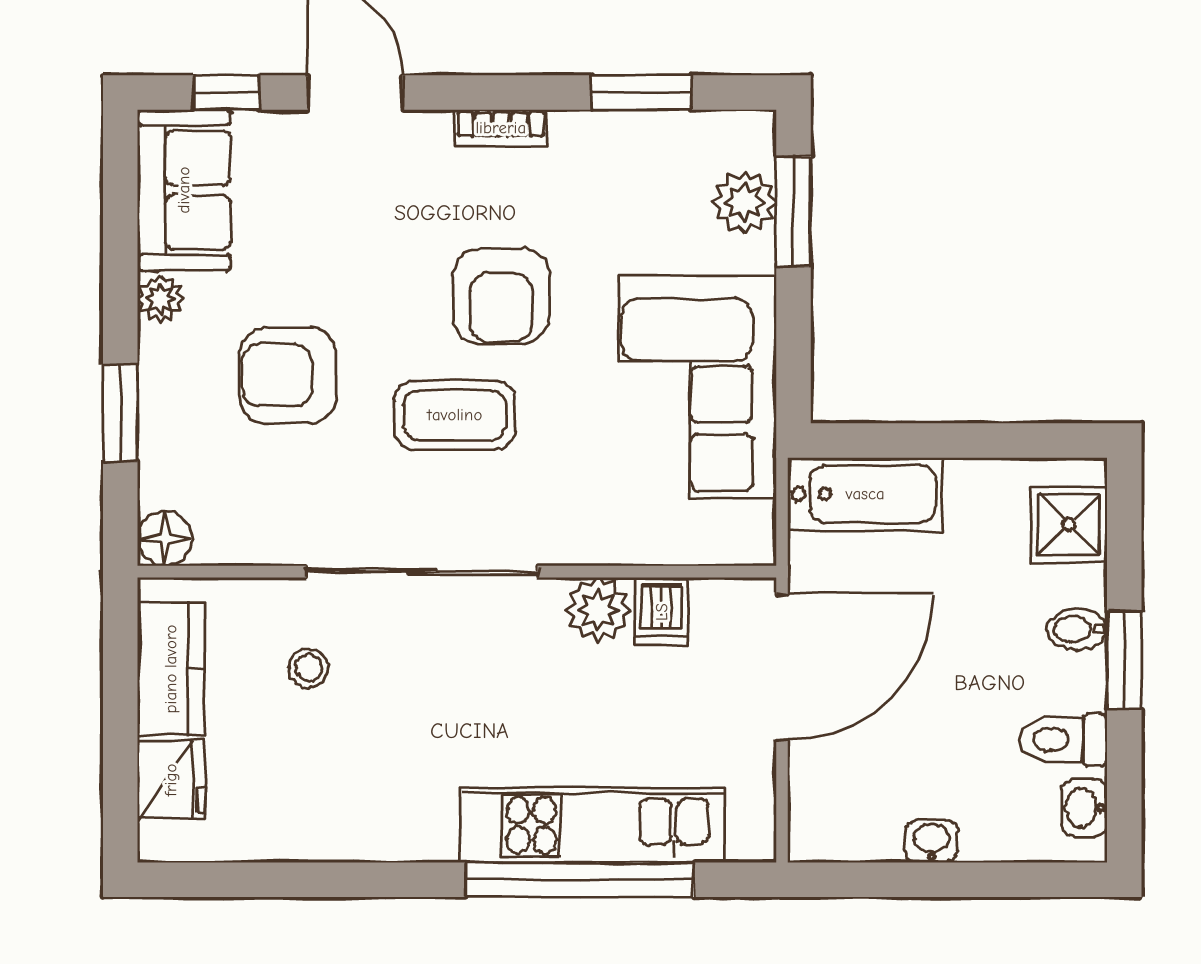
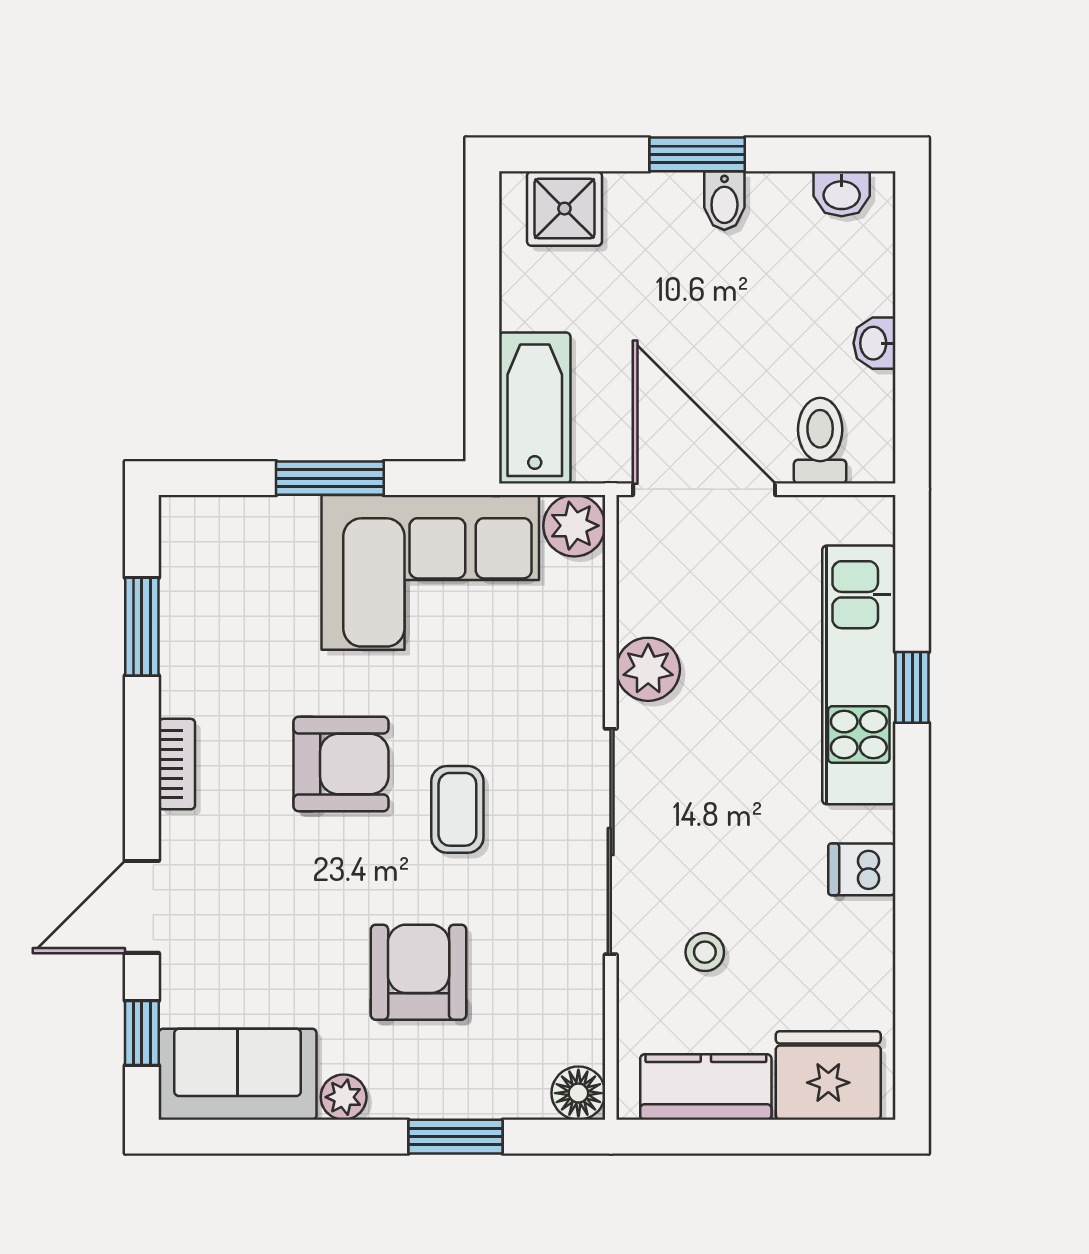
plant: (745, 202) -> (574, 526), moved
window: (793, 211) -> (330, 478), moved
armchair: (288, 375) -> (419, 972), turned 180
coffee table: (455, 415) -> (457, 809), width x0.73, depth x0.77
dishwasher: (662, 612) -> (862, 869), moved, turned 180
bidet: (1077, 629) -> (724, 201), moved
toilet: (1063, 740) -> (820, 441), moved, turned 180
fridge: (171, 780) -> (828, 1075), width x1.36, depth x1.34
window: (580, 880) -> (912, 687), width x0.32

